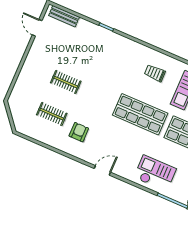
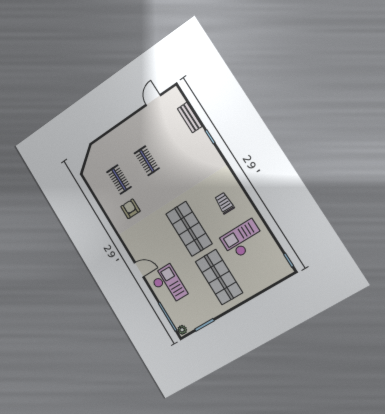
bench: (64, 16) -> (190, 118), moved
armchair: (79, 132) -> (130, 209), turned -90
door: (102, 170) -> (139, 270), moved

